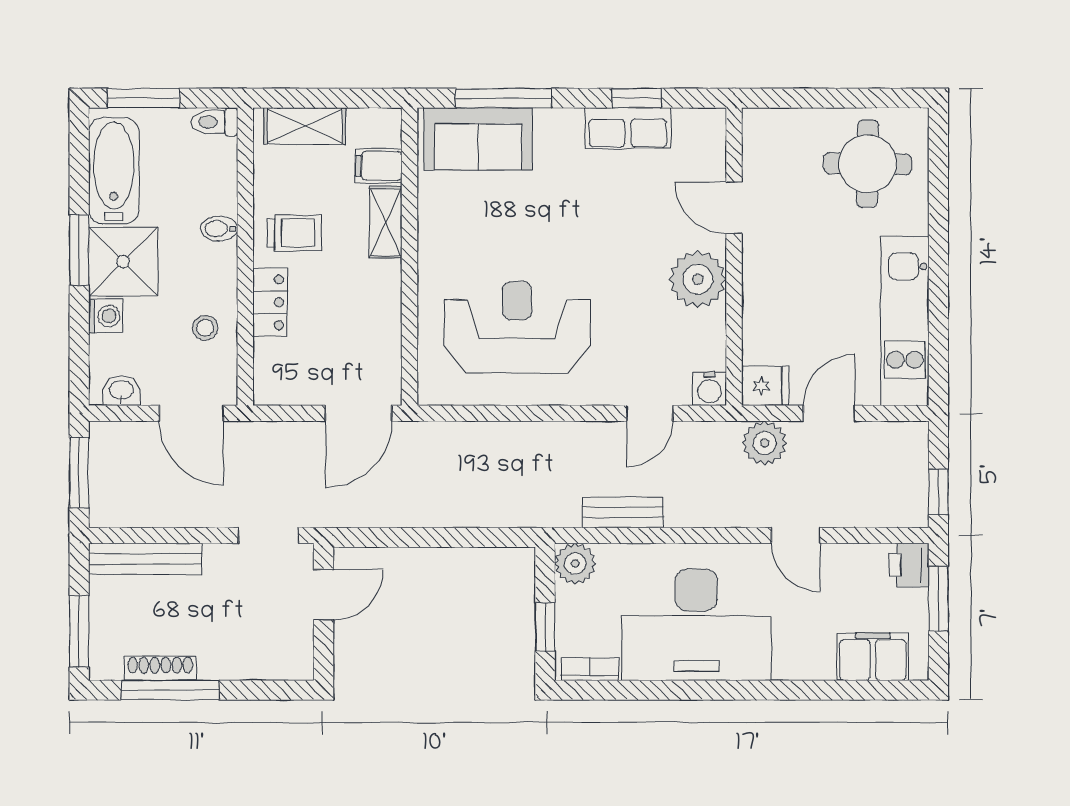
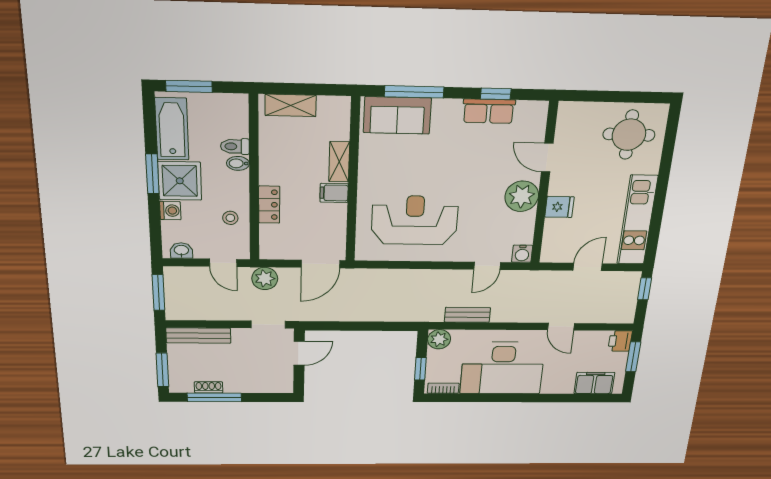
toilet: (214, 122) -> (235, 146), moved
filing cabinet: (379, 166) -> (334, 193), moved
trolley: (294, 233) -> (284, 167), removed
fridge: (765, 386) -> (559, 207), moved
door: (191, 413) -> (223, 263), width x0.73
plant: (765, 443) -> (265, 279), moved
window: (938, 492) -> (645, 289), moved
shoe rack: (160, 668) -> (209, 387), width x0.70

